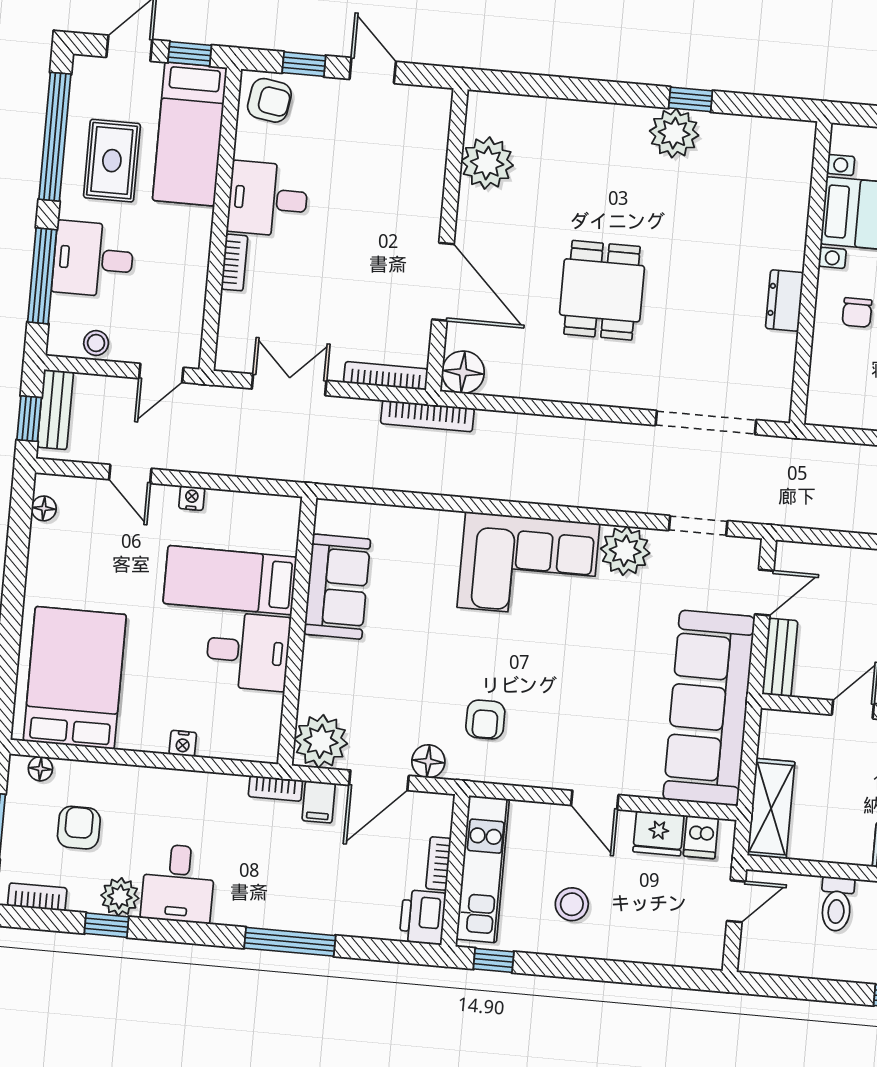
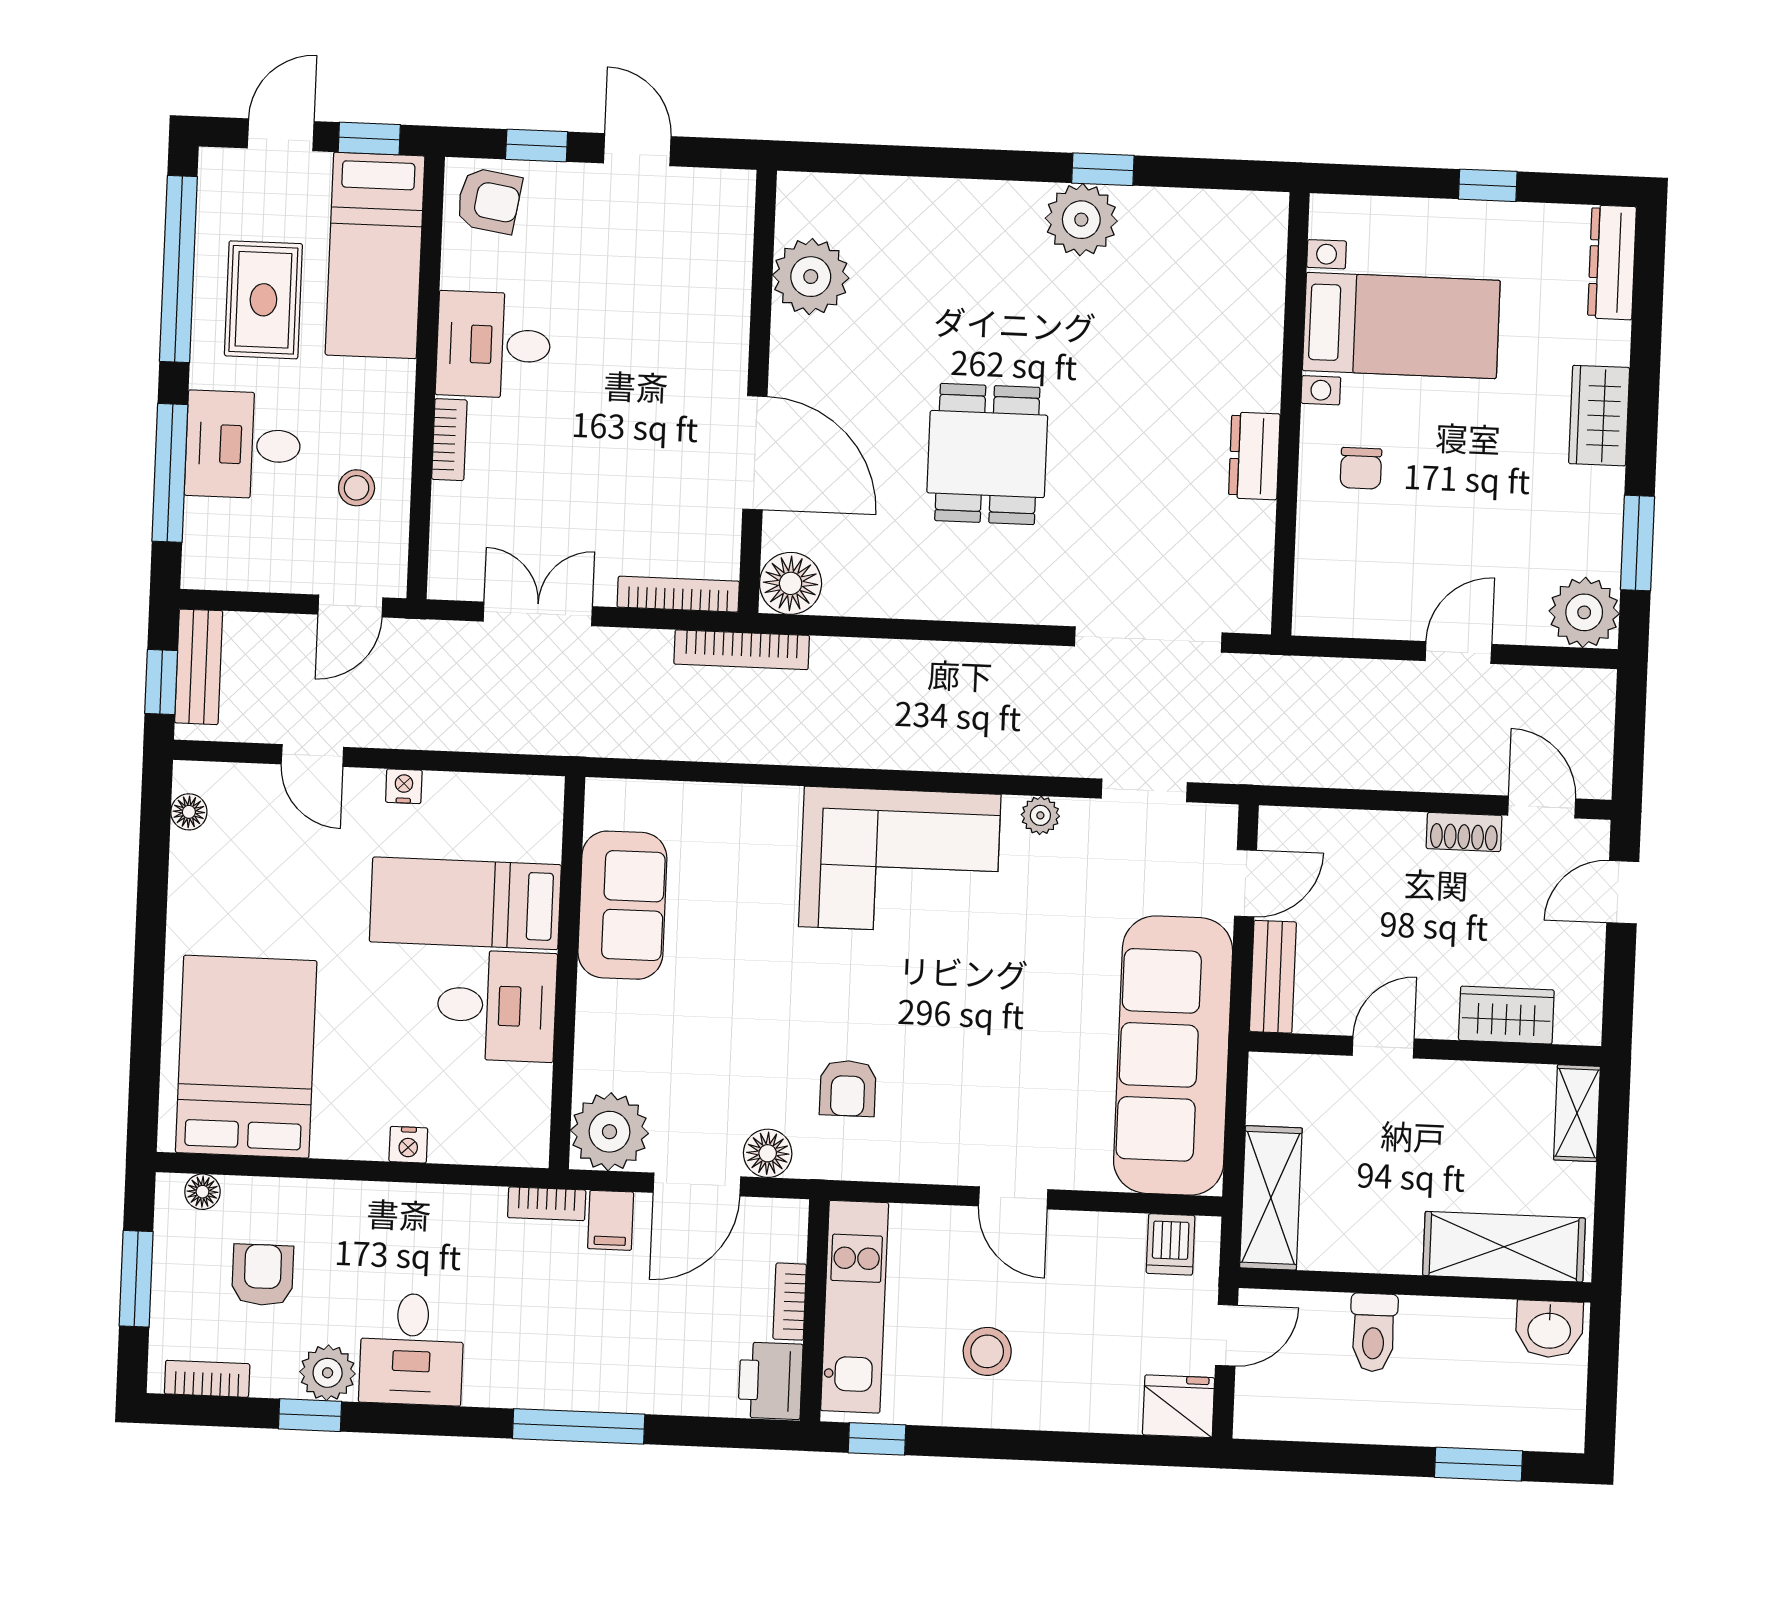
stool: (96, 343) -> (357, 488), moved
plant: (625, 551) -> (1040, 815), width x0.53, depth x0.53
fridge: (658, 833) -> (1179, 1406), moved, turned 180

